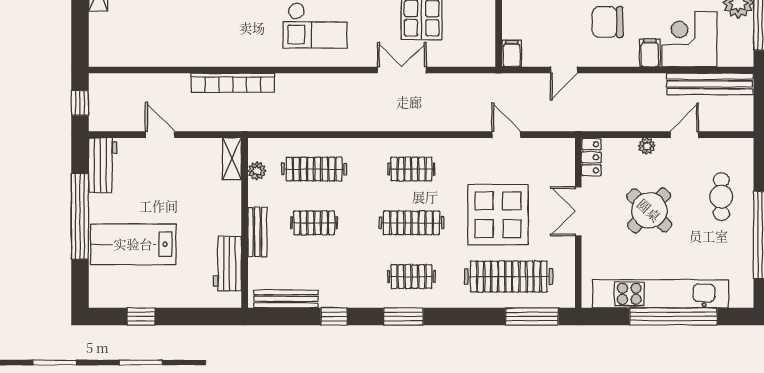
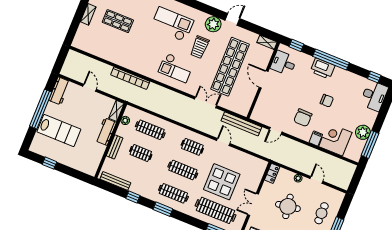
chair: (607, 22) -> (303, 118), turned -89
filing cabinet: (512, 54) -> (256, 115), removed
bench: (710, 84) -> (241, 124), moved
window: (80, 103) -> (61, 60), removed
door: (506, 135) -> (223, 142), moved
door: (685, 135) -> (316, 180), hinge flipped
round table: (649, 210) -> (288, 206), turned 38
double door: (578, 211) -> (253, 204), moved
lab bench: (133, 244) -> (59, 131), turned 180
workbench: (227, 264) -> (106, 132), moved
clothes rail: (411, 277) -> (173, 193), width x1.36

